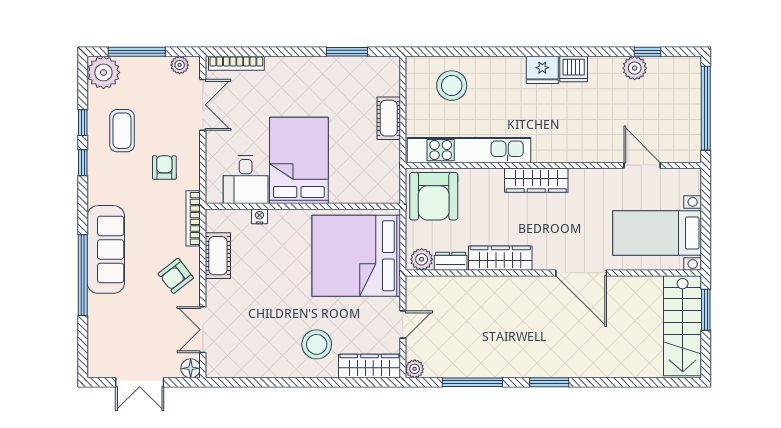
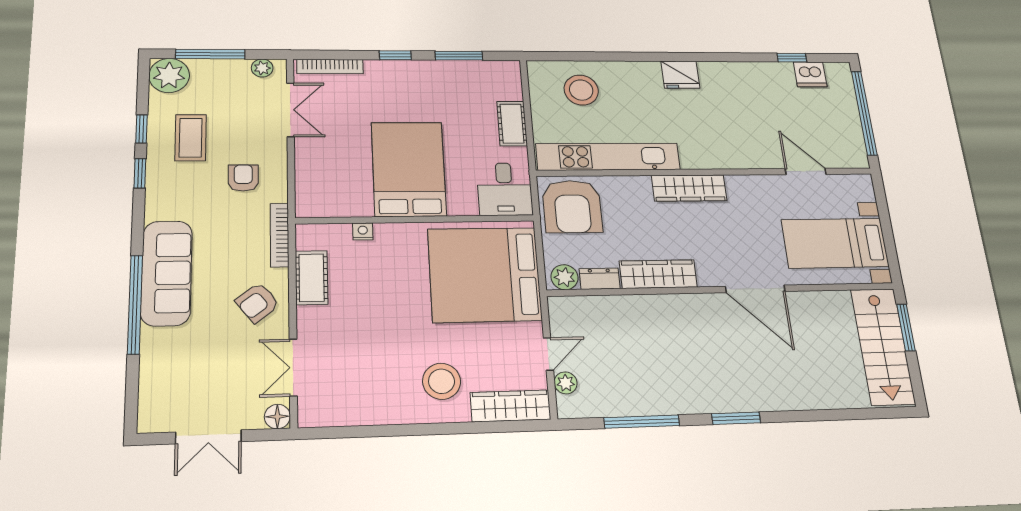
window: (292, 52) -> (395, 55), added
plant: (635, 68) -> (781, 73), removed
dishwasher: (574, 69) -> (810, 74), moved
desk: (246, 180) -> (505, 189), moved
plant: (415, 369) -> (566, 383), moved

